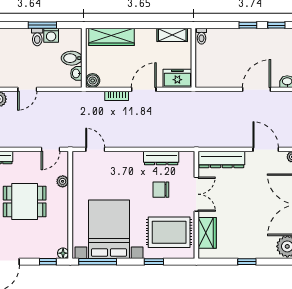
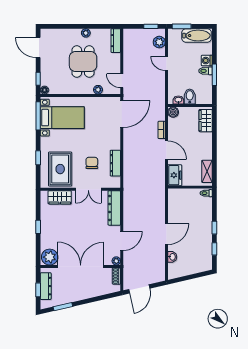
washing machine: (51, 35) -> (207, 61), moved
wardrobe: (112, 37) -> (206, 121), width x0.67
door: (256, 89) -> (167, 234), hinge flipped
door: (95, 149) -> (122, 114), width x1.87
bed with nightstands: (109, 229) -> (62, 118), width x0.73

